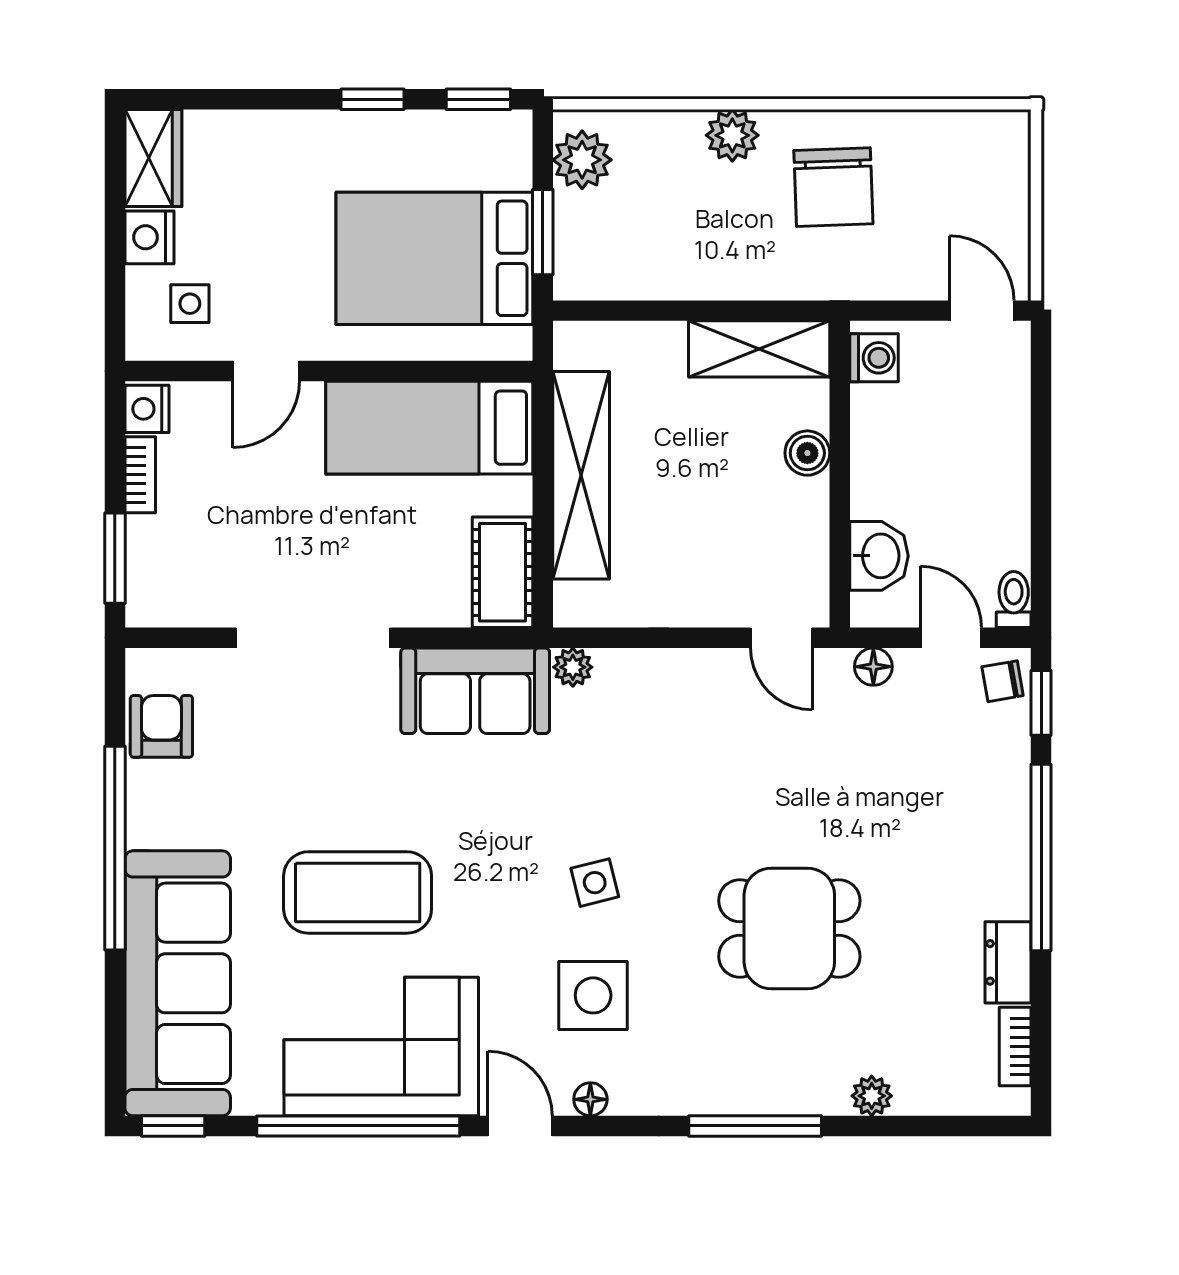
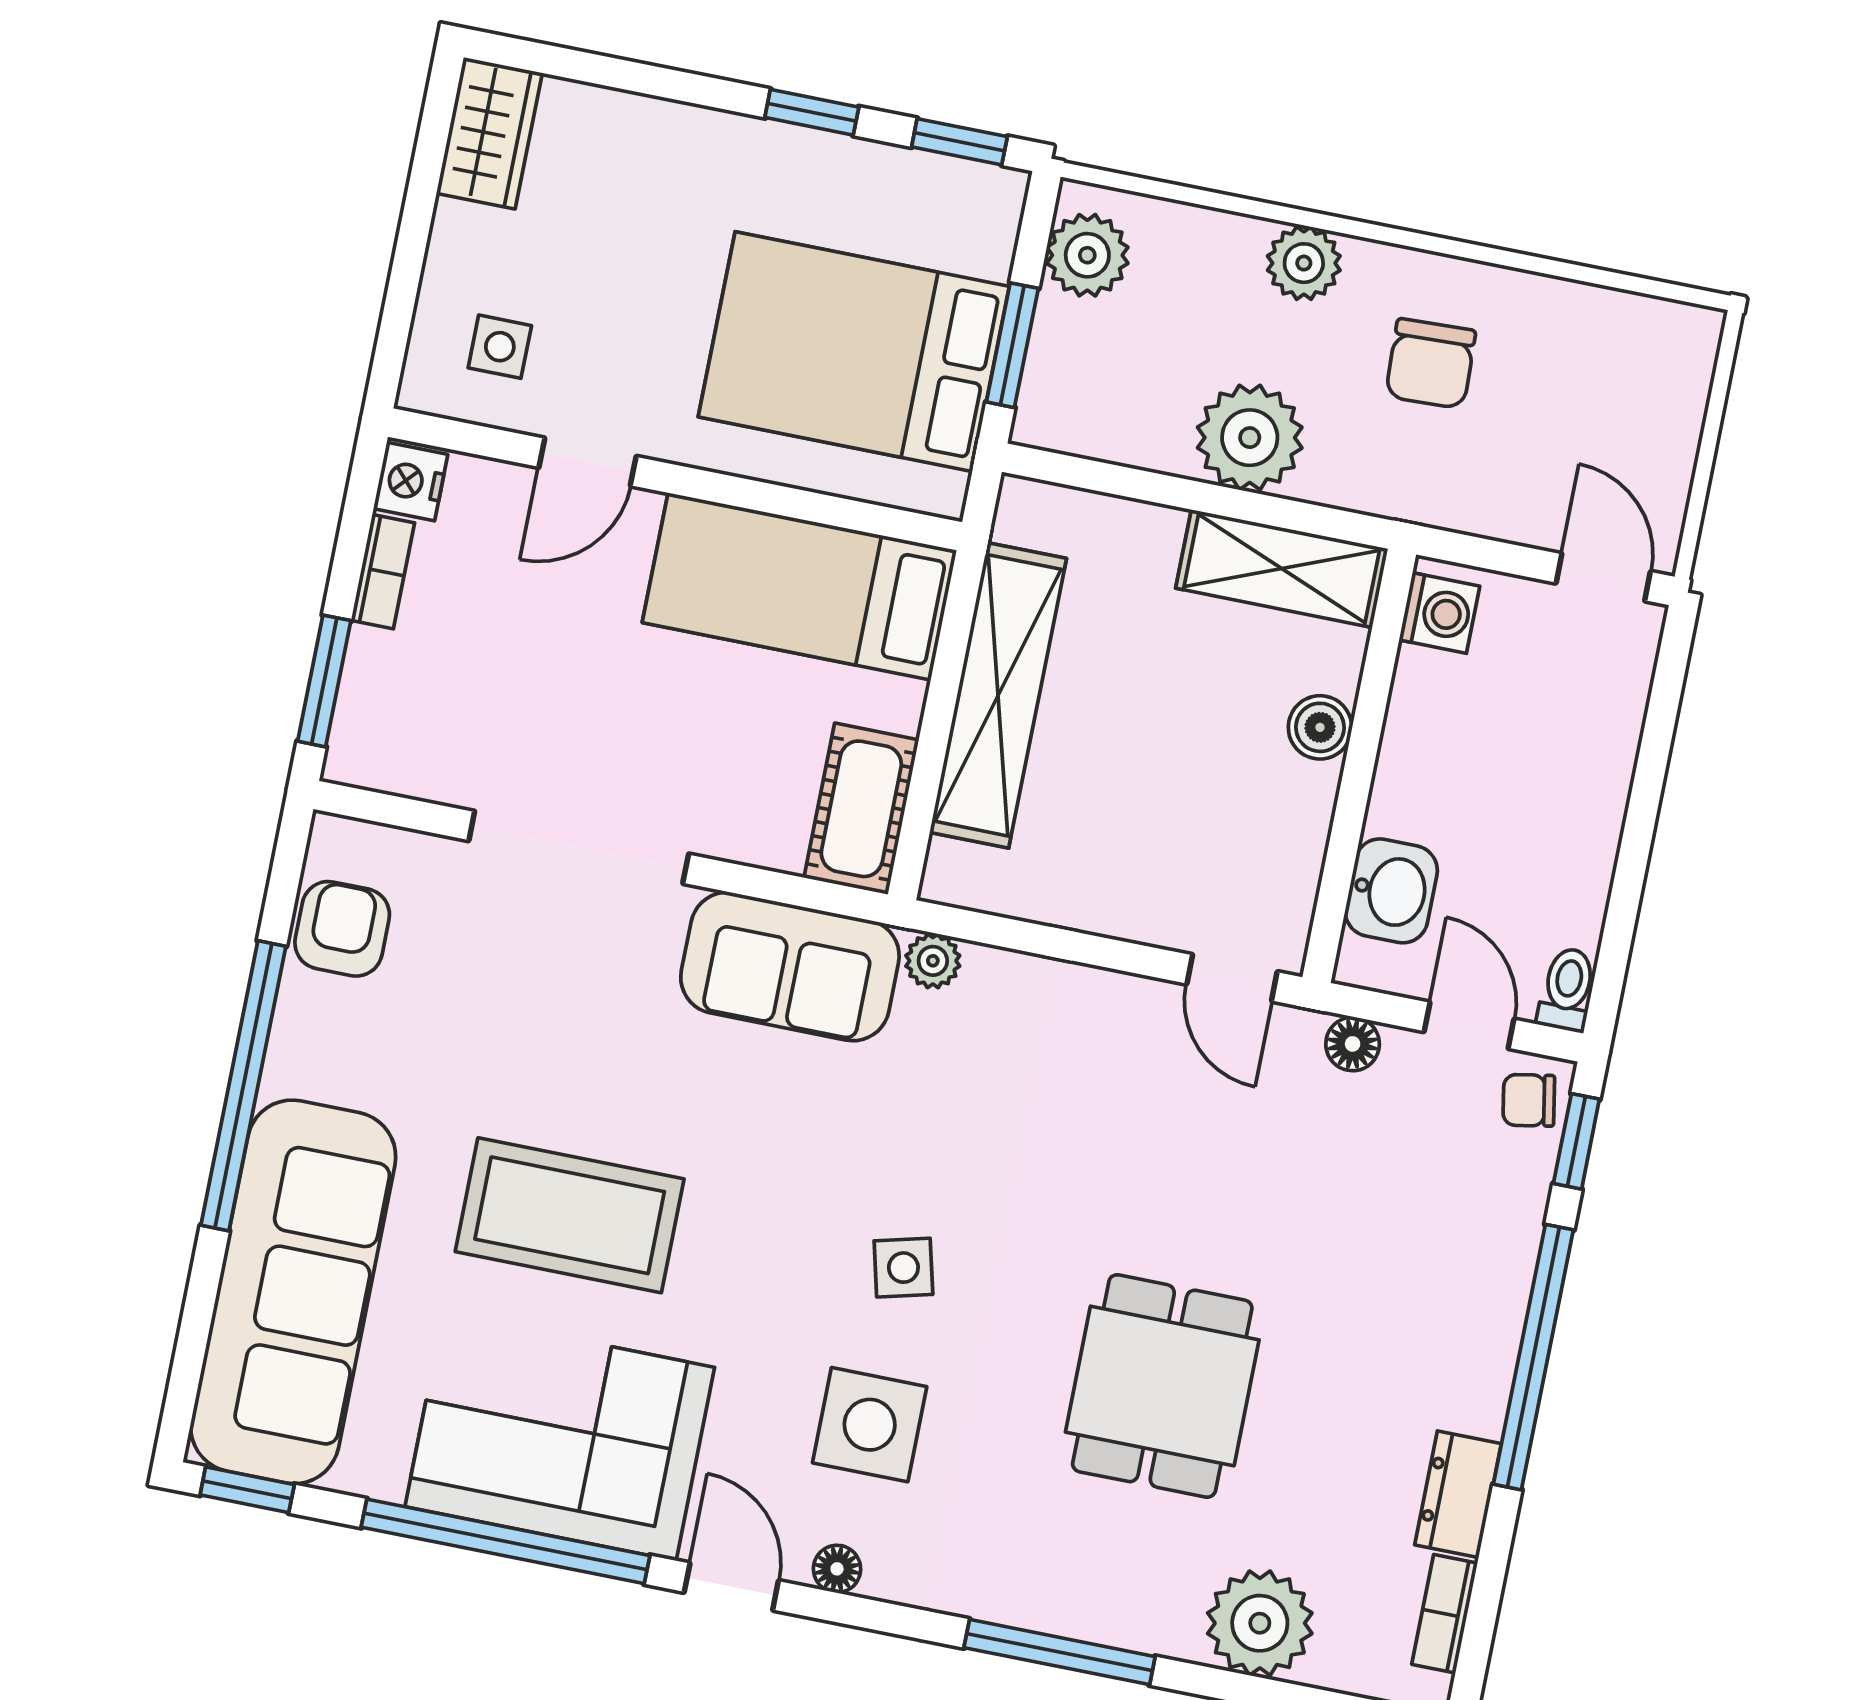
chair: (833, 187) -> (1431, 364), width x0.73, depth x0.73
nightstand: (149, 237) -> (462, 243), removed
plant: (719, 263) -> (1250, 438), added
dining table: (789, 928) -> (1162, 1386), turned 90
plant: (872, 1096) -> (1260, 1623), width x1.87, depth x1.87

